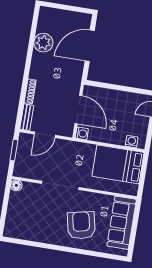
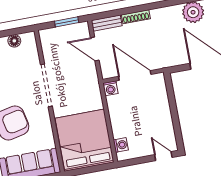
door: (78, 110) -> (135, 75), swing flipped
bed: (118, 164) -> (85, 140), width x1.36
floor lamp: (16, 185) -> (14, 41), moved

